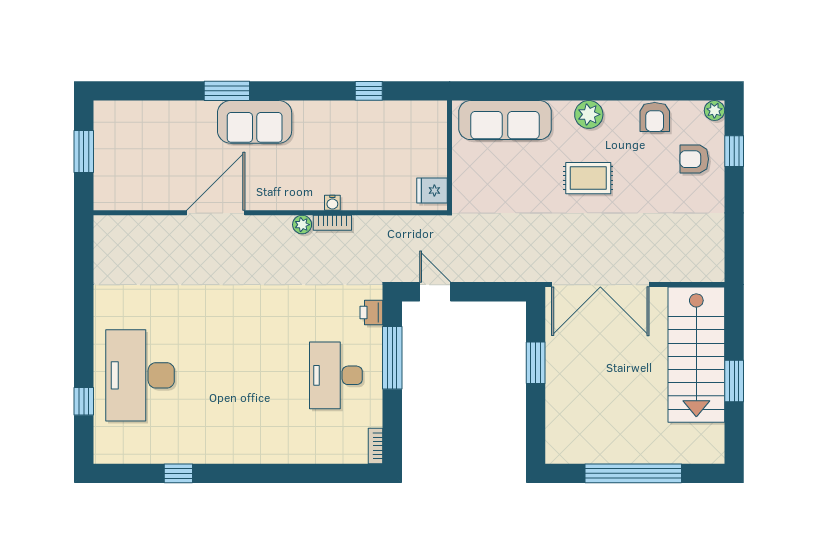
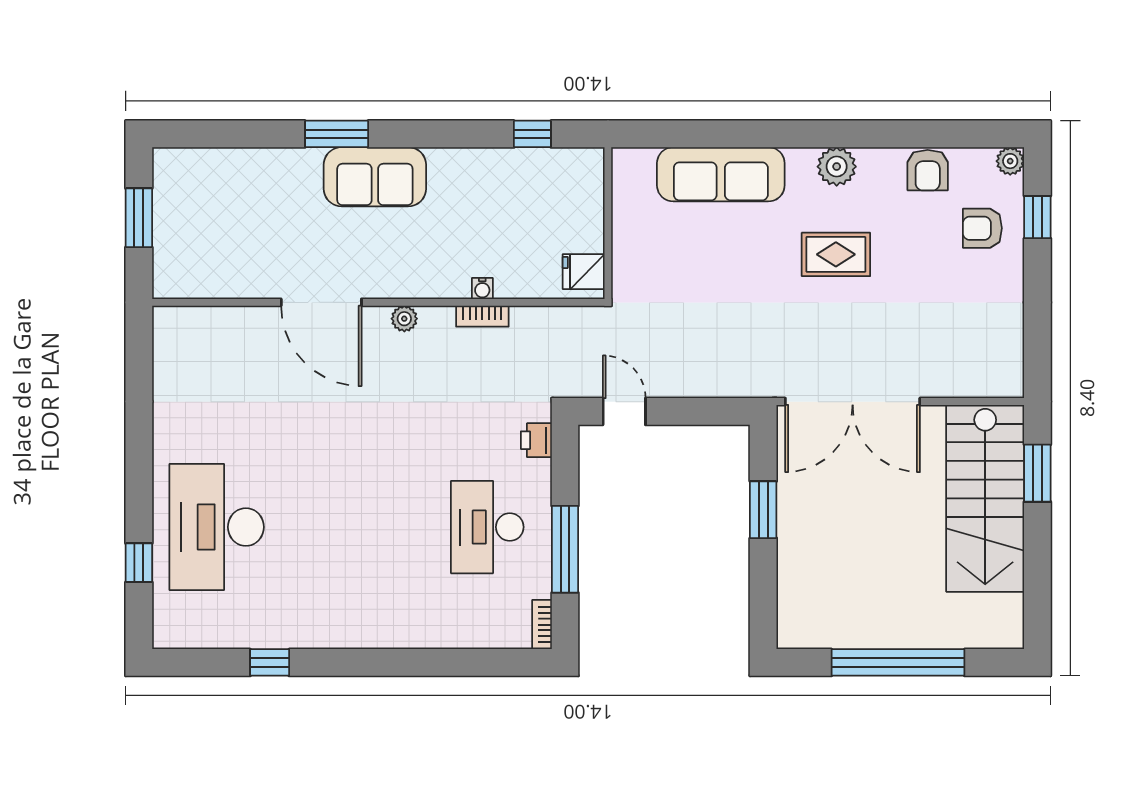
wall: (450, 155) -> (608, 223), moved
fridge: (432, 190) -> (584, 272), moved
door: (216, 213) -> (321, 302), swing flipped
plant: (302, 225) -> (404, 319), moved
window: (392, 358) -> (565, 549), moved
window: (734, 381) -> (1037, 473), moved

